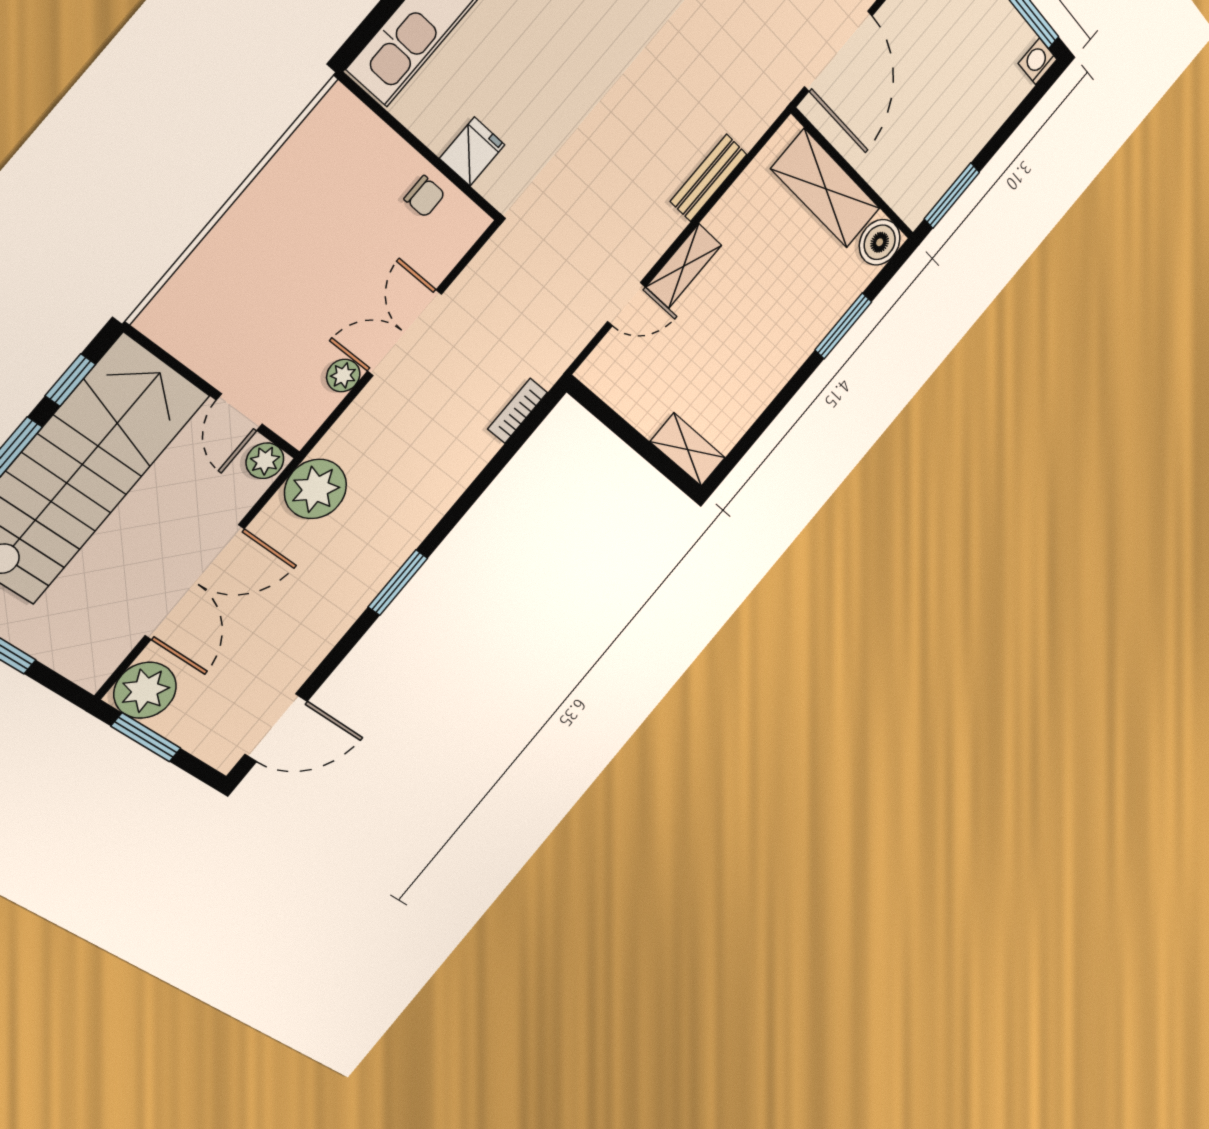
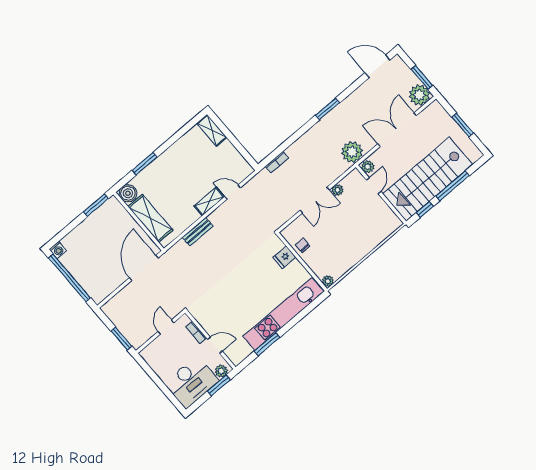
plant: (338, 104) -> (328, 281), added

